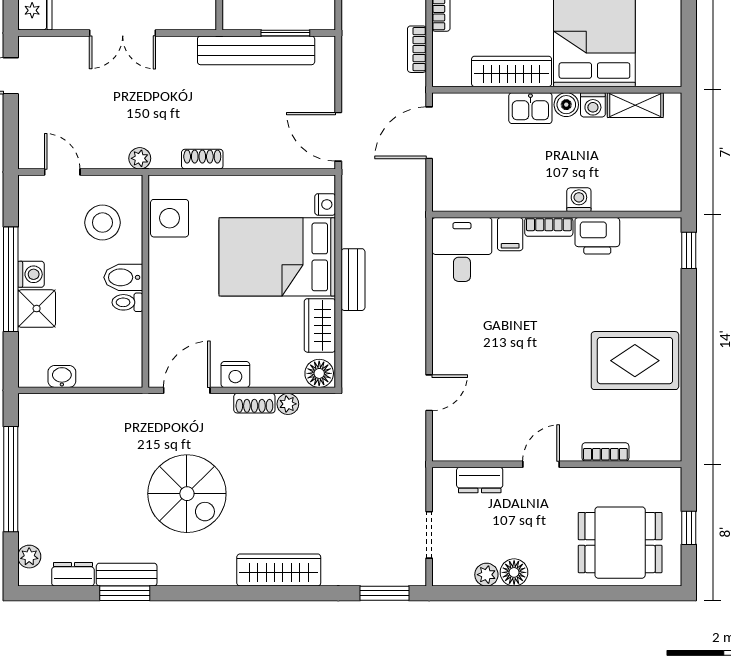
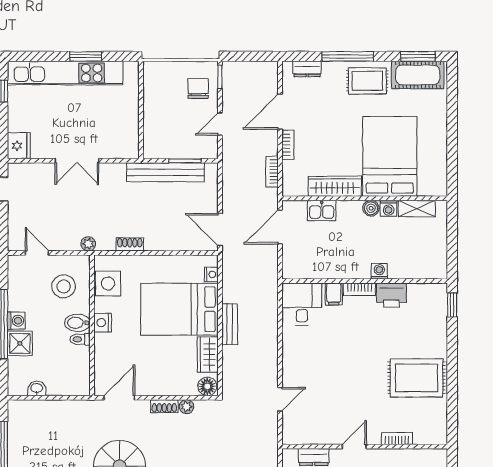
kitchen sink: (530, 108) -> (322, 211), moved
nightstand: (235, 374) -> (103, 323), moved, turned 90

